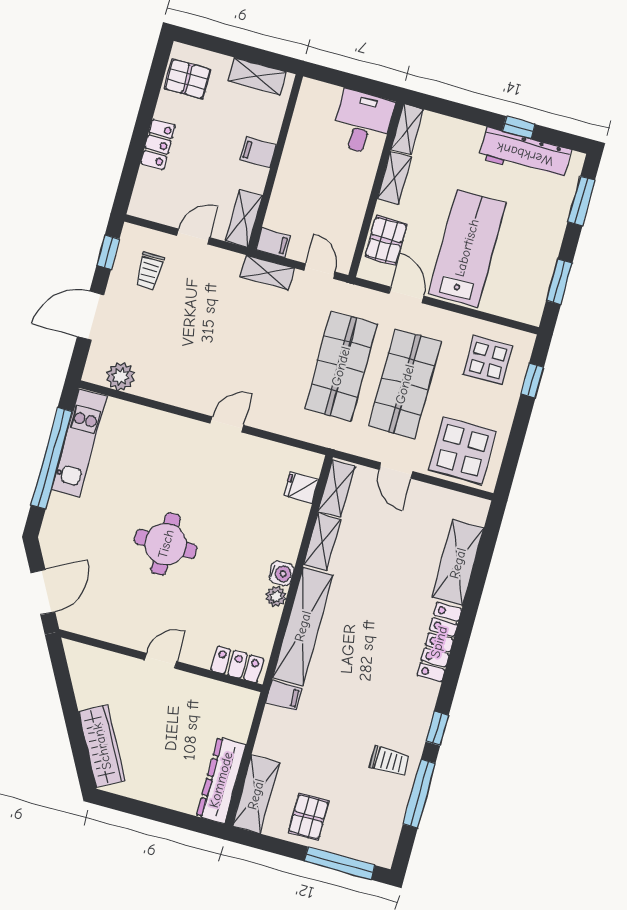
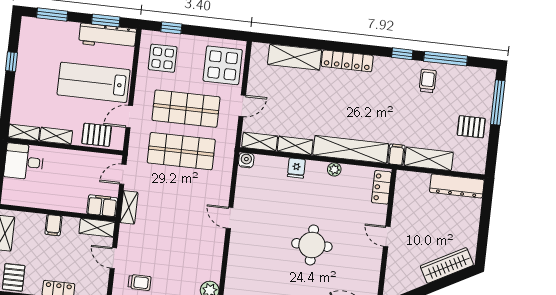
workbench: (525, 154) -> (108, 36), moved, turned 90
filing cabinet: (273, 243) -> (102, 206), width x2.00
fridge: (301, 488) -> (296, 168), moved
water cooler: (281, 573) -> (246, 160), moved
shelving: (256, 794) -> (429, 159), moved

